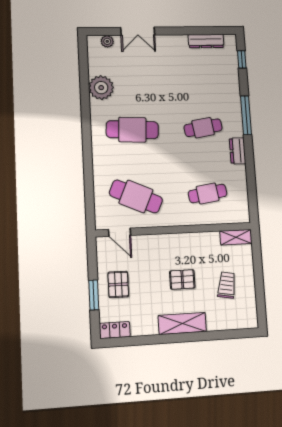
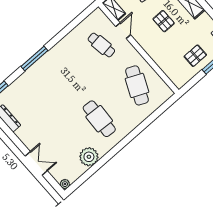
plant: (107, 41) -> (65, 184), moved
cafe table: (203, 128) -> (64, 78), removed
dresser: (238, 151) -> (61, 47), removed
door: (120, 232) -> (123, 31), moved

